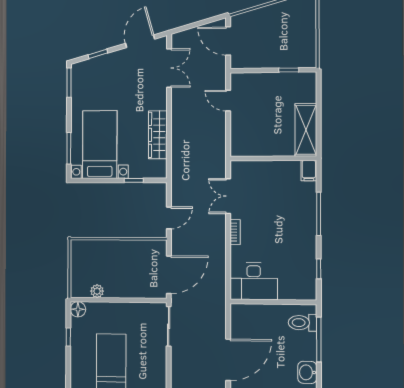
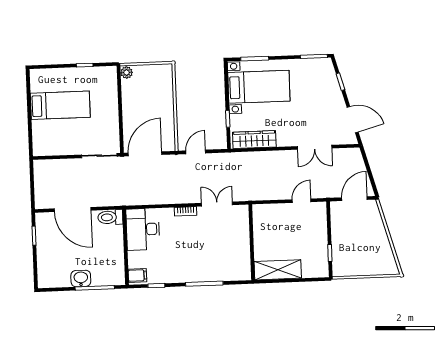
double door: (169, 68) -> (315, 147), moved
wardrobe: (158, 135) -> (254, 140), moved
filing cabinet: (309, 171) -> (137, 275), moved, turned 180
door: (169, 218) -> (196, 152), swing flipped
door: (169, 275) -> (145, 154), swing flipped
plant: (97, 291) -> (127, 73), moved
floor lamp: (78, 309) -> (110, 73), removed
toilet: (303, 323) -> (110, 217), moved, turned -90
washbasin: (307, 372) -> (81, 278), moved

